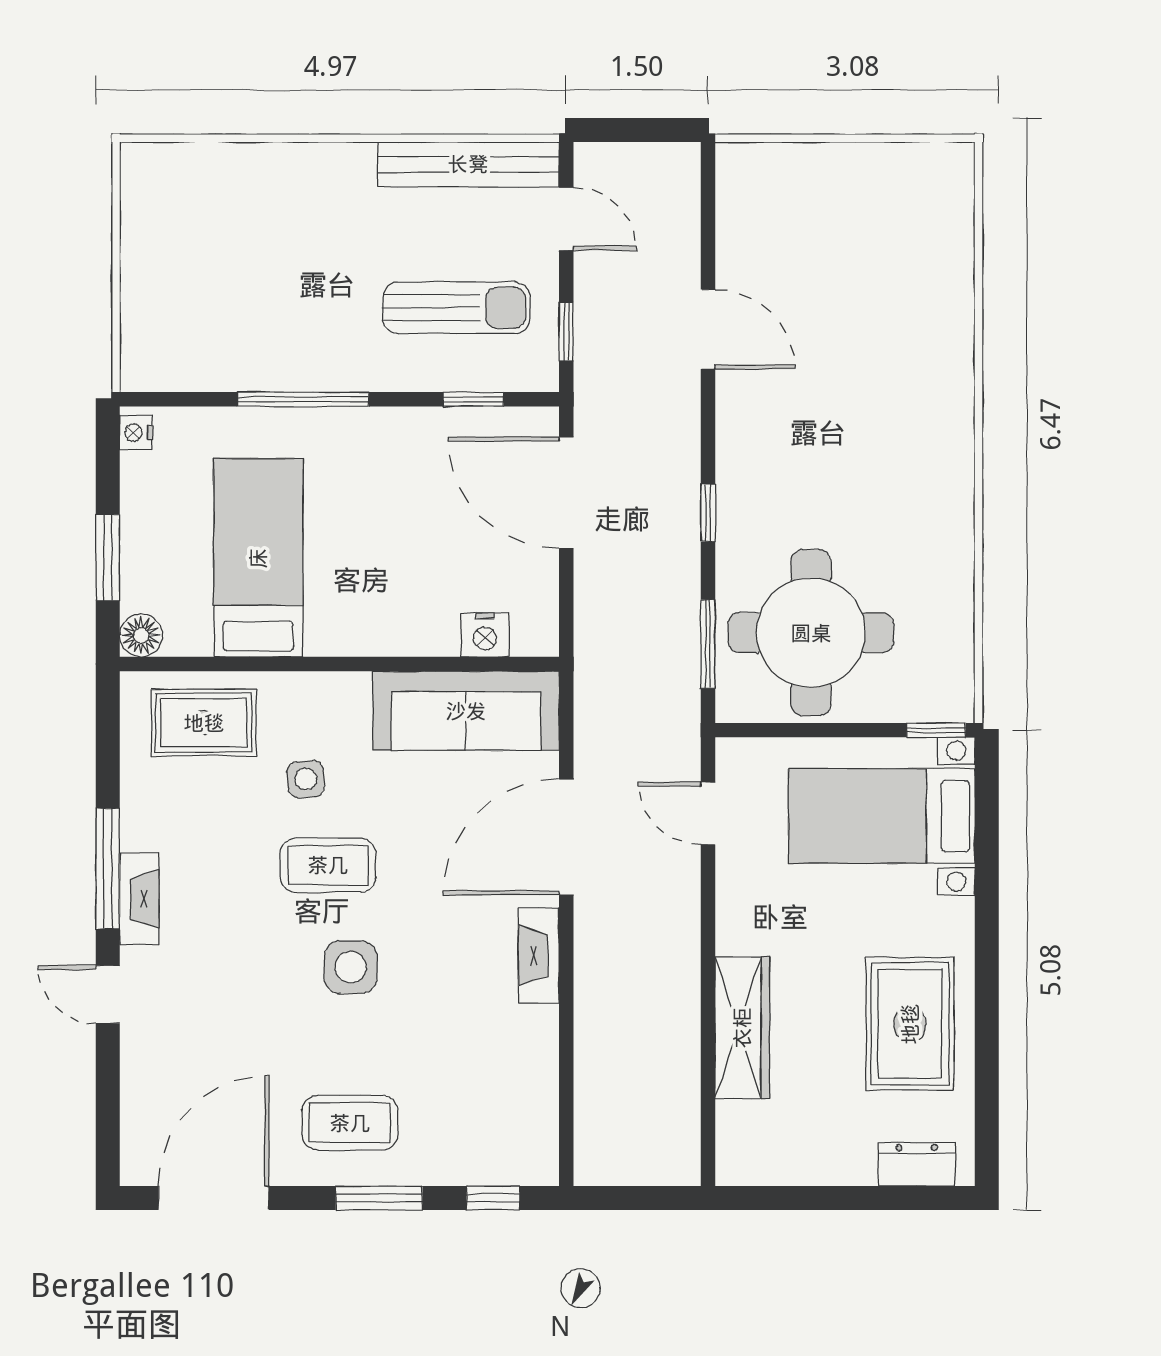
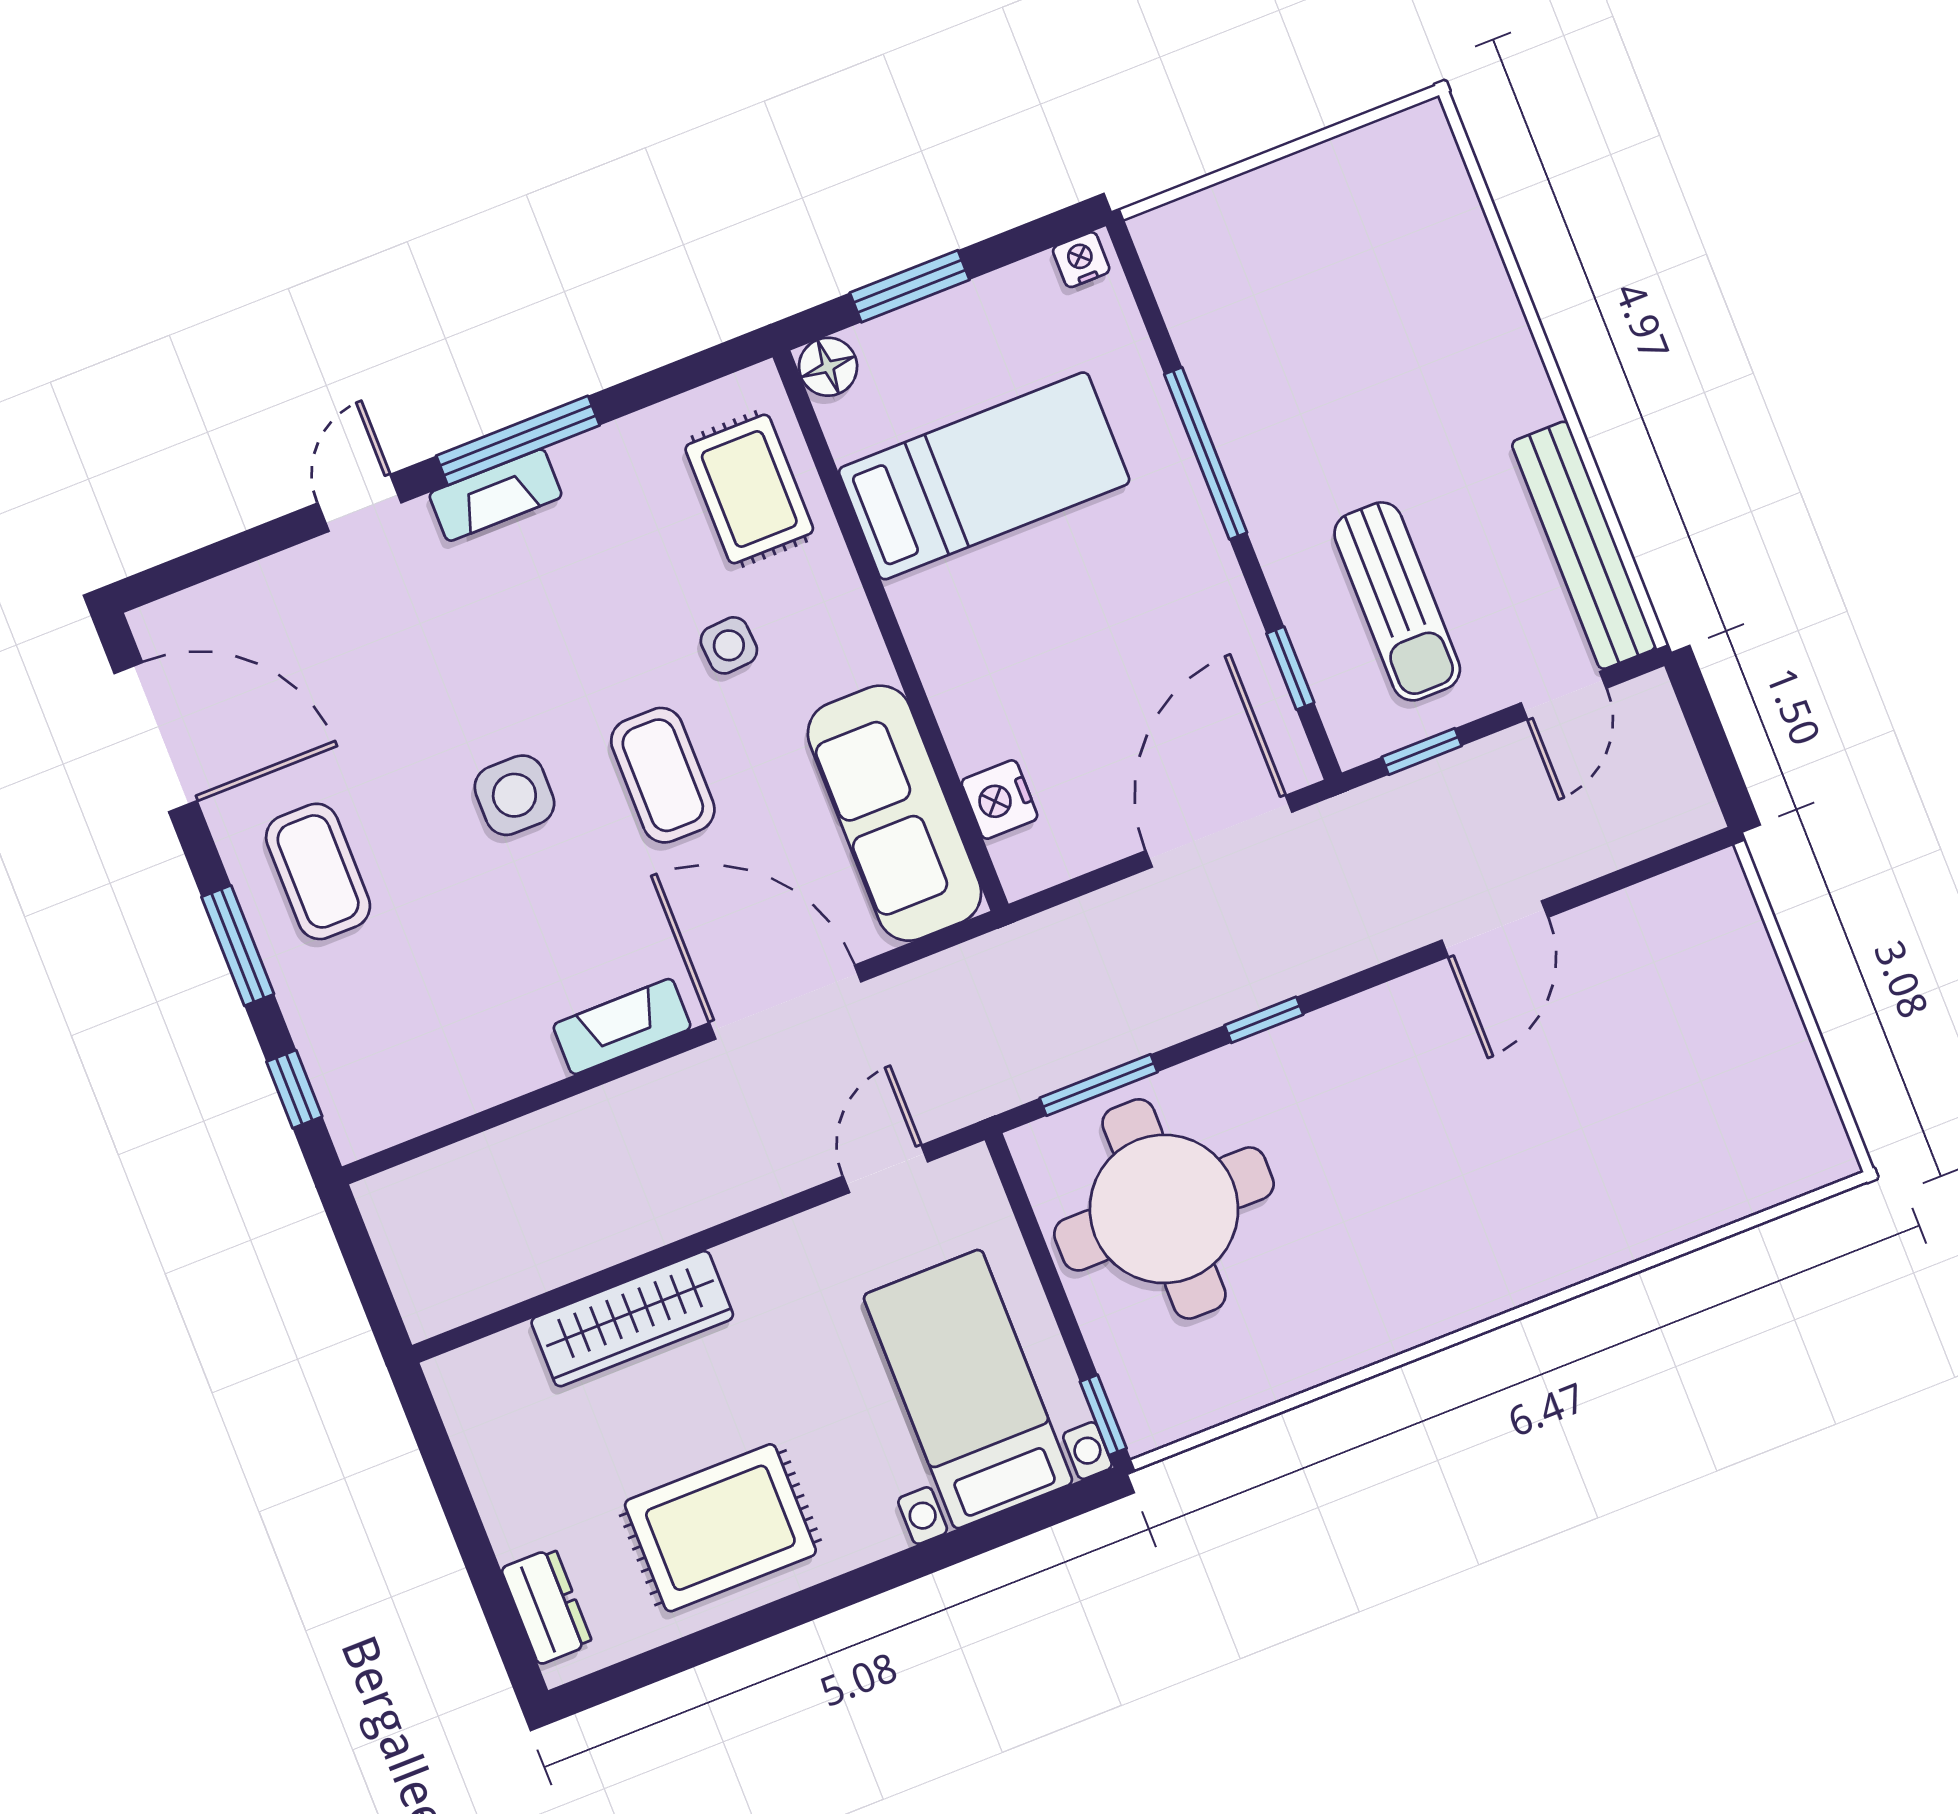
coffee table: (328, 865) -> (663, 775), moved

